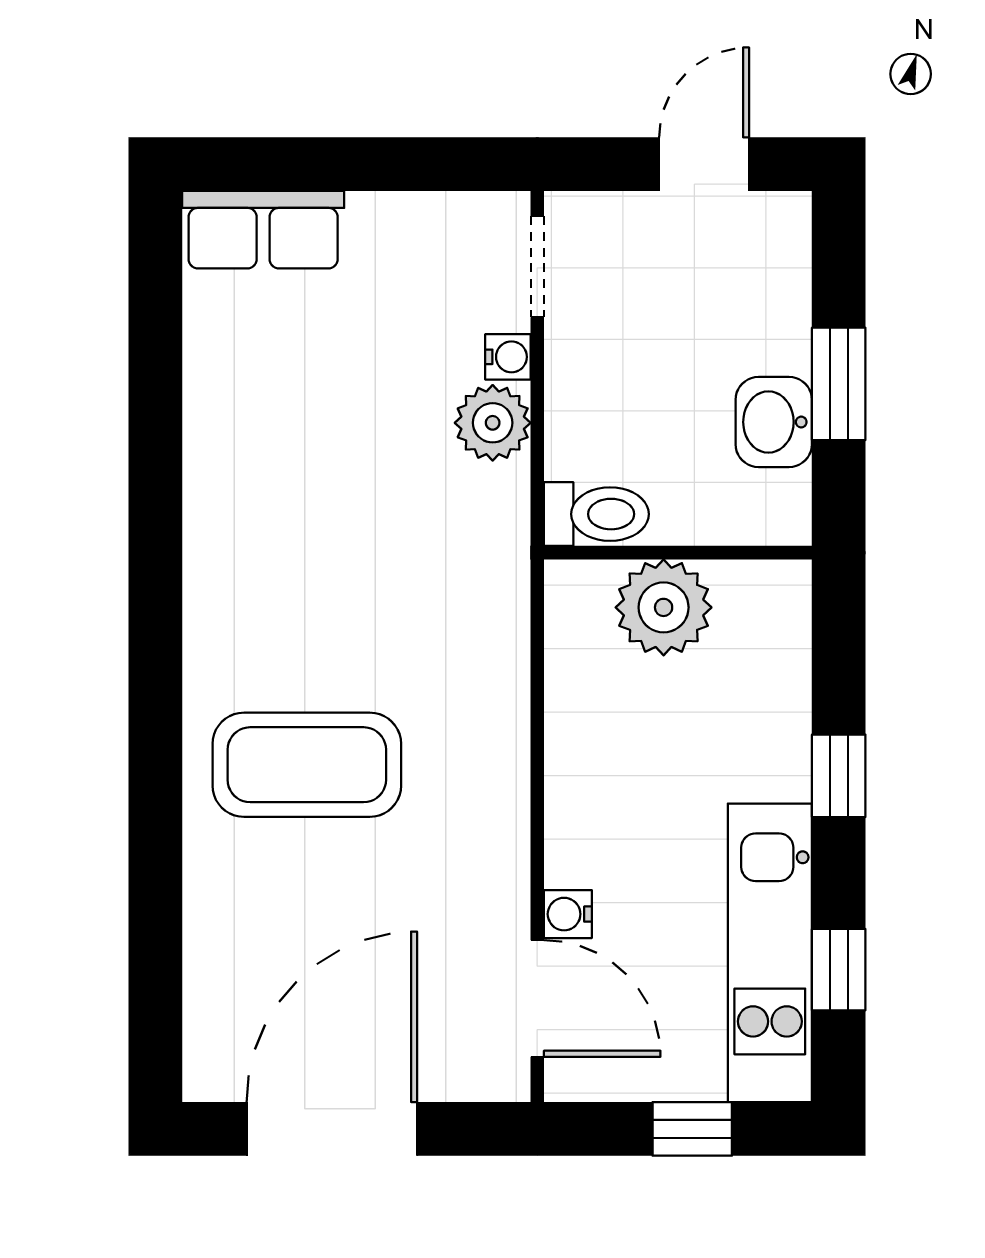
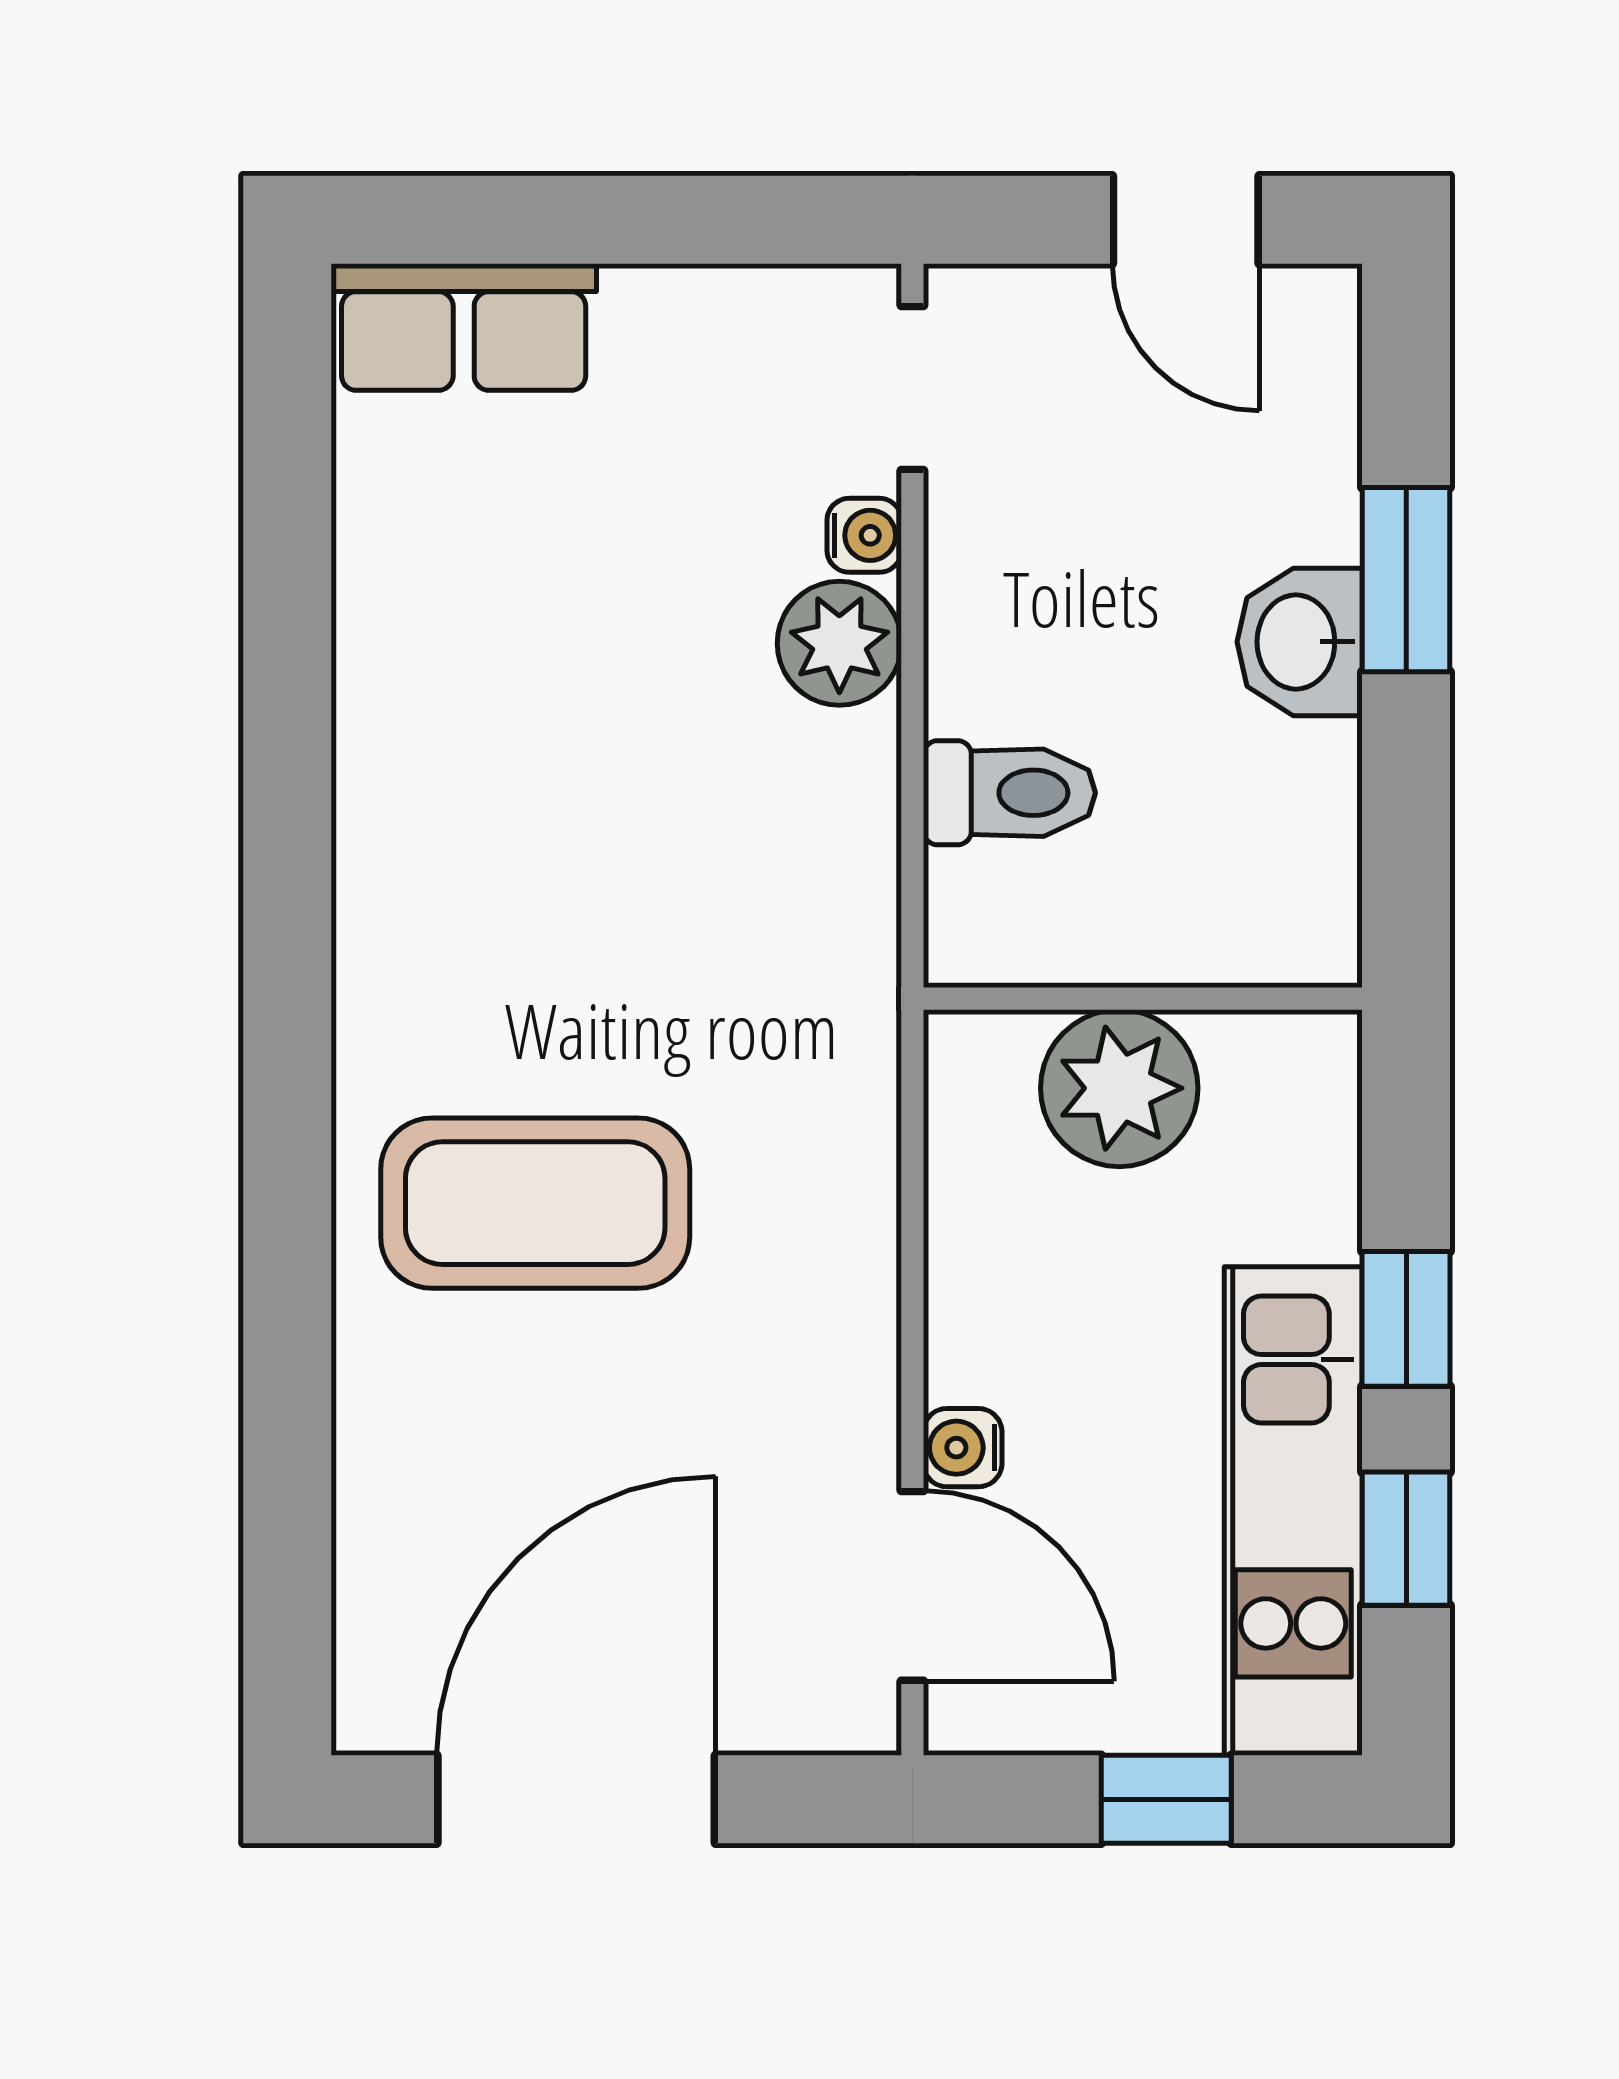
door: (704, 164) -> (1186, 220), swing flipped
wall: (678, 553) -> (1143, 999), moved
plant: (664, 607) -> (1119, 1088), moved
window: (839, 776) -> (1406, 1319), moved

